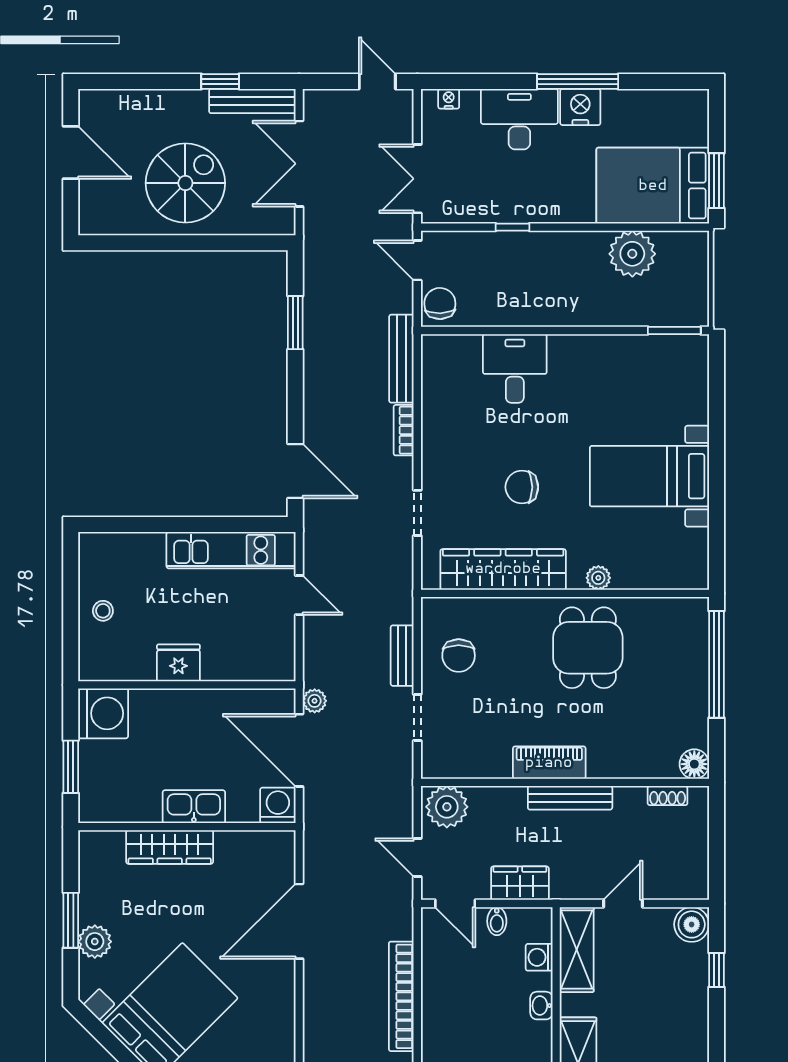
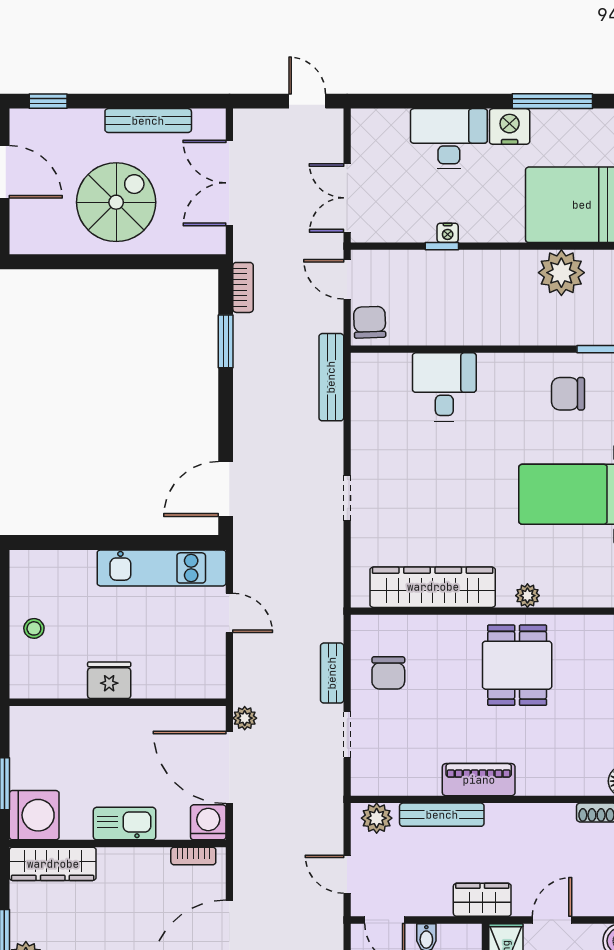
window: (220, 82) -> (48, 101), moved
window: (578, 82) -> (552, 101), moved
nightstand: (449, 99) -> (448, 233), moved, turned 180
bench: (252, 101) -> (148, 121), moved
bookcase: (404, 430) -> (243, 287), moved, turned 180
door: (295, 471) -> (226, 489), swing flipped
chair: (522, 487) -> (568, 394), moved
doorway: (417, 513) -> (347, 498), moved
washing machine: (103, 713) -> (34, 815), moved
bench: (570, 798) -> (442, 815), moved
plant: (447, 807) -> (377, 818), width x0.73, depth x0.73
bookcase: (263, 839) -> (193, 856), added
wardrobe: (170, 847) -> (53, 864), moved
wardrobe: (520, 883) -> (482, 900), moved

